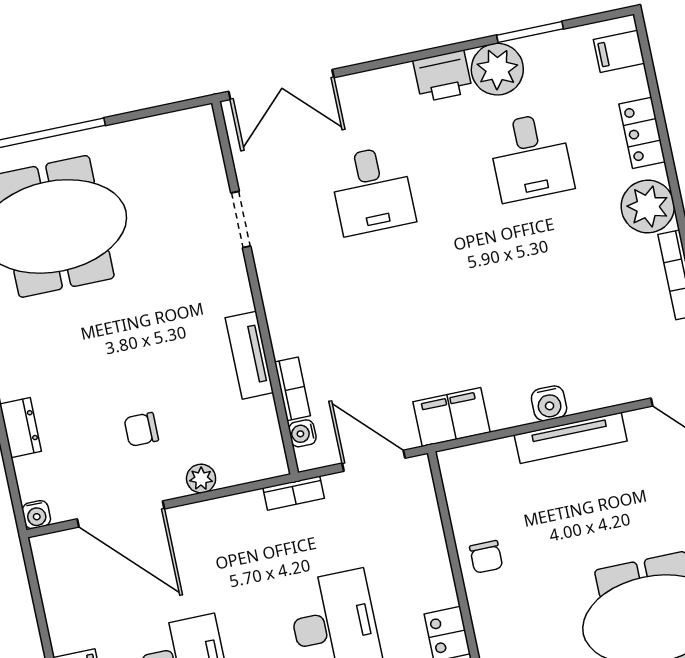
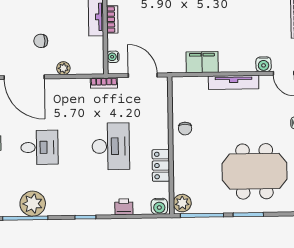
bookcase: (292, 389) -> (112, 19), moved
water cooler: (549, 403) -> (264, 64), moved
filing cabinet: (452, 417) -> (202, 62), moved

